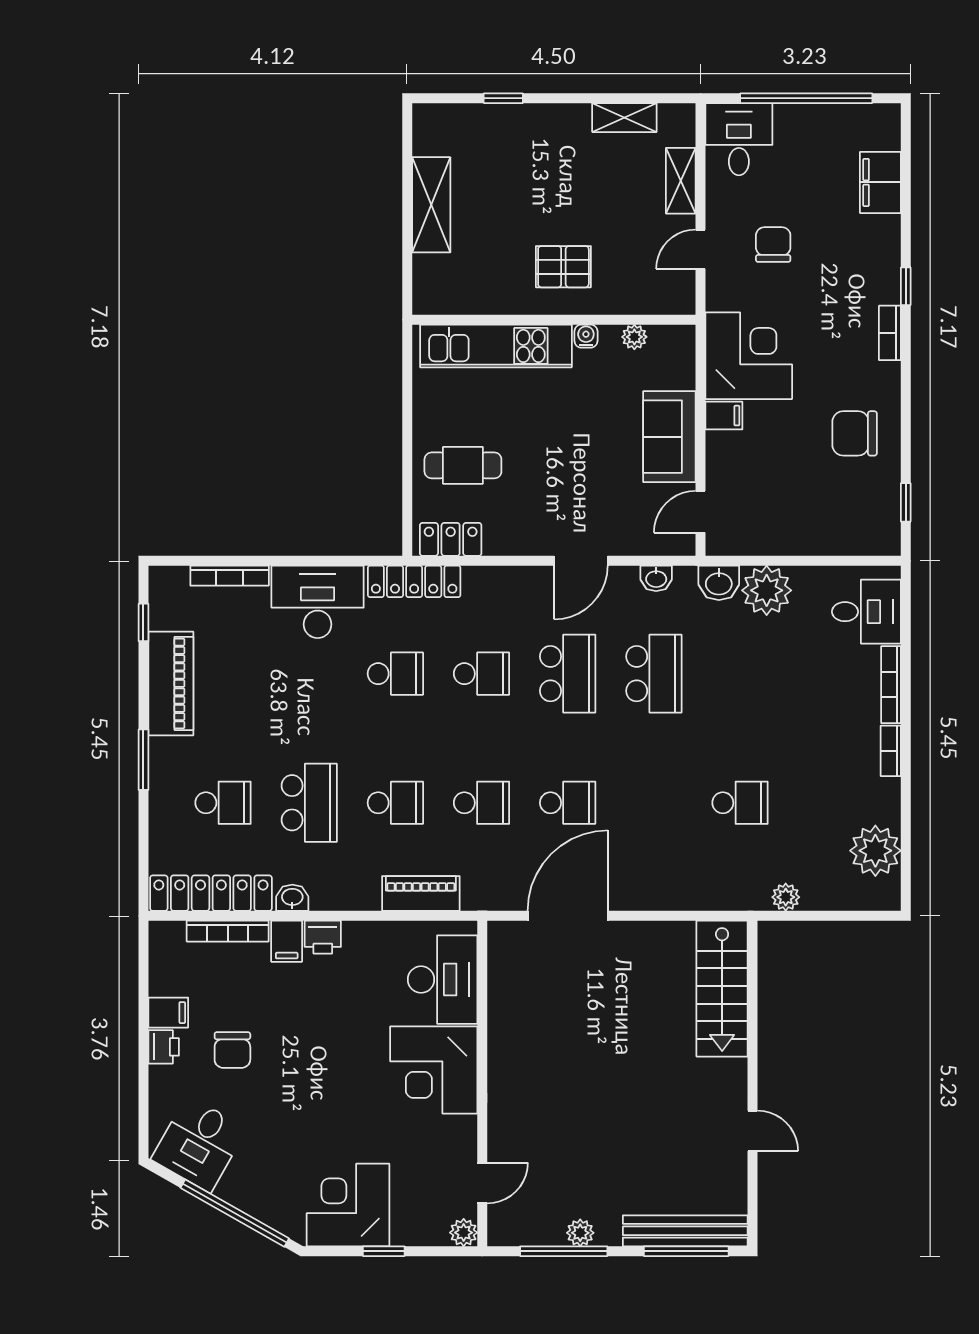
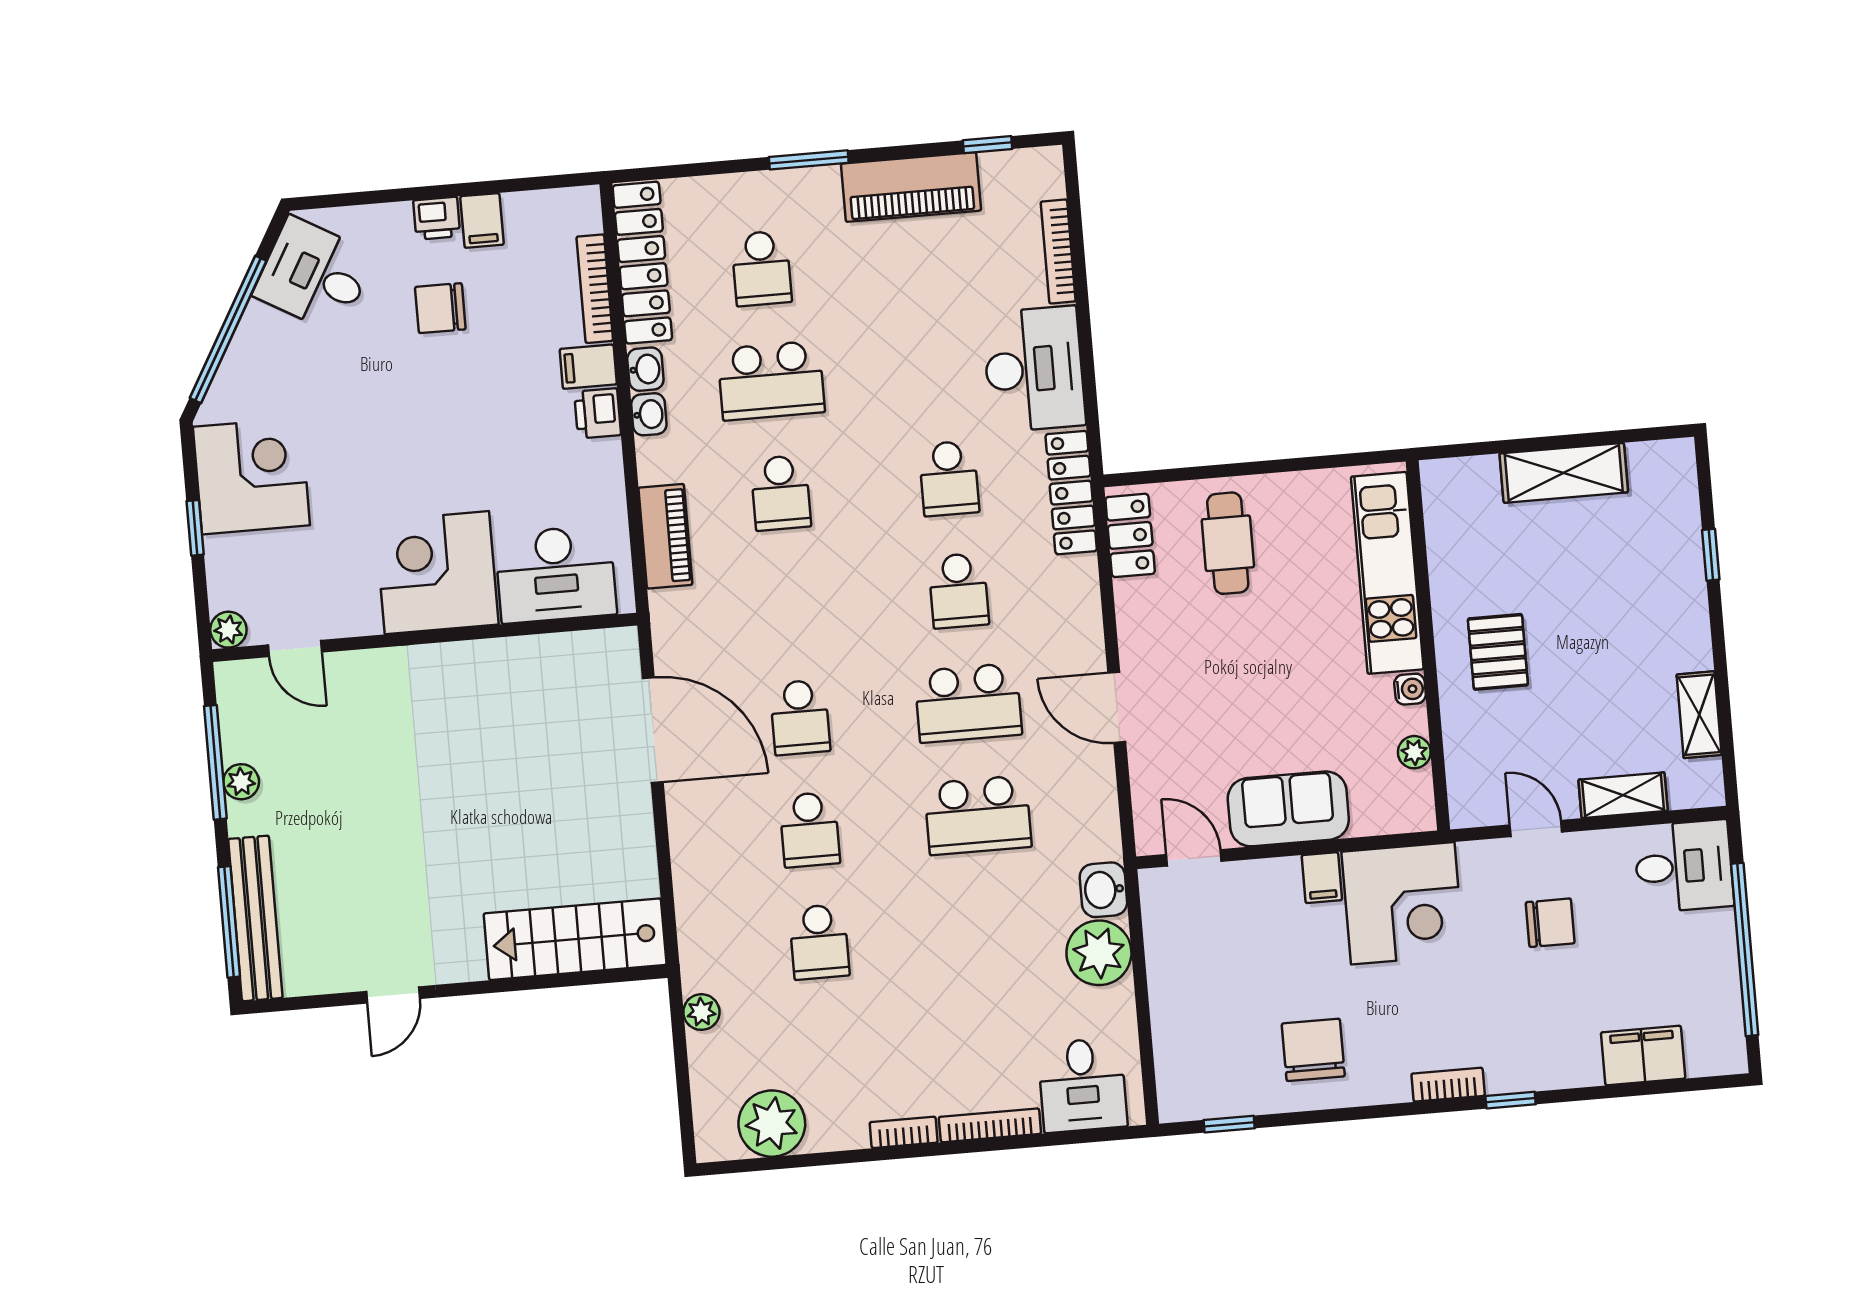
washbasin: (656, 578) -> (649, 414), moved, turned 180
school desk: (482, 803) -> (810, 830), moved

